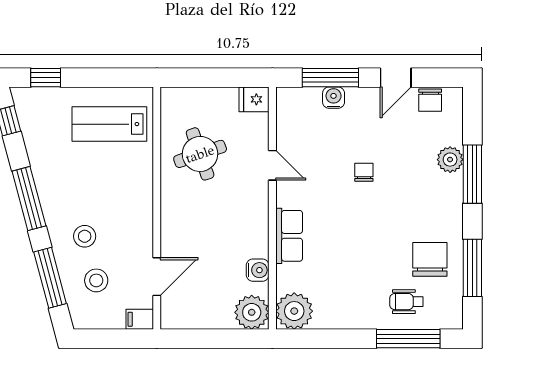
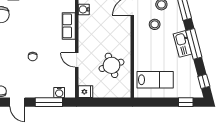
door: (396, 78) -> (17, 102), swing flipped
water cooler: (334, 98) -> (59, 92), moved
kitchen sink: (52, 198) -> (183, 44), added
stool: (85, 236) -> (155, 24), moved

